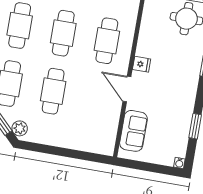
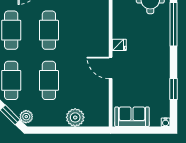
cafe table: (107, 41) -> (87, 30), removed
sofa: (133, 131) -> (132, 117), moved, turned -90
plant: (76, 139) -> (75, 117), added

